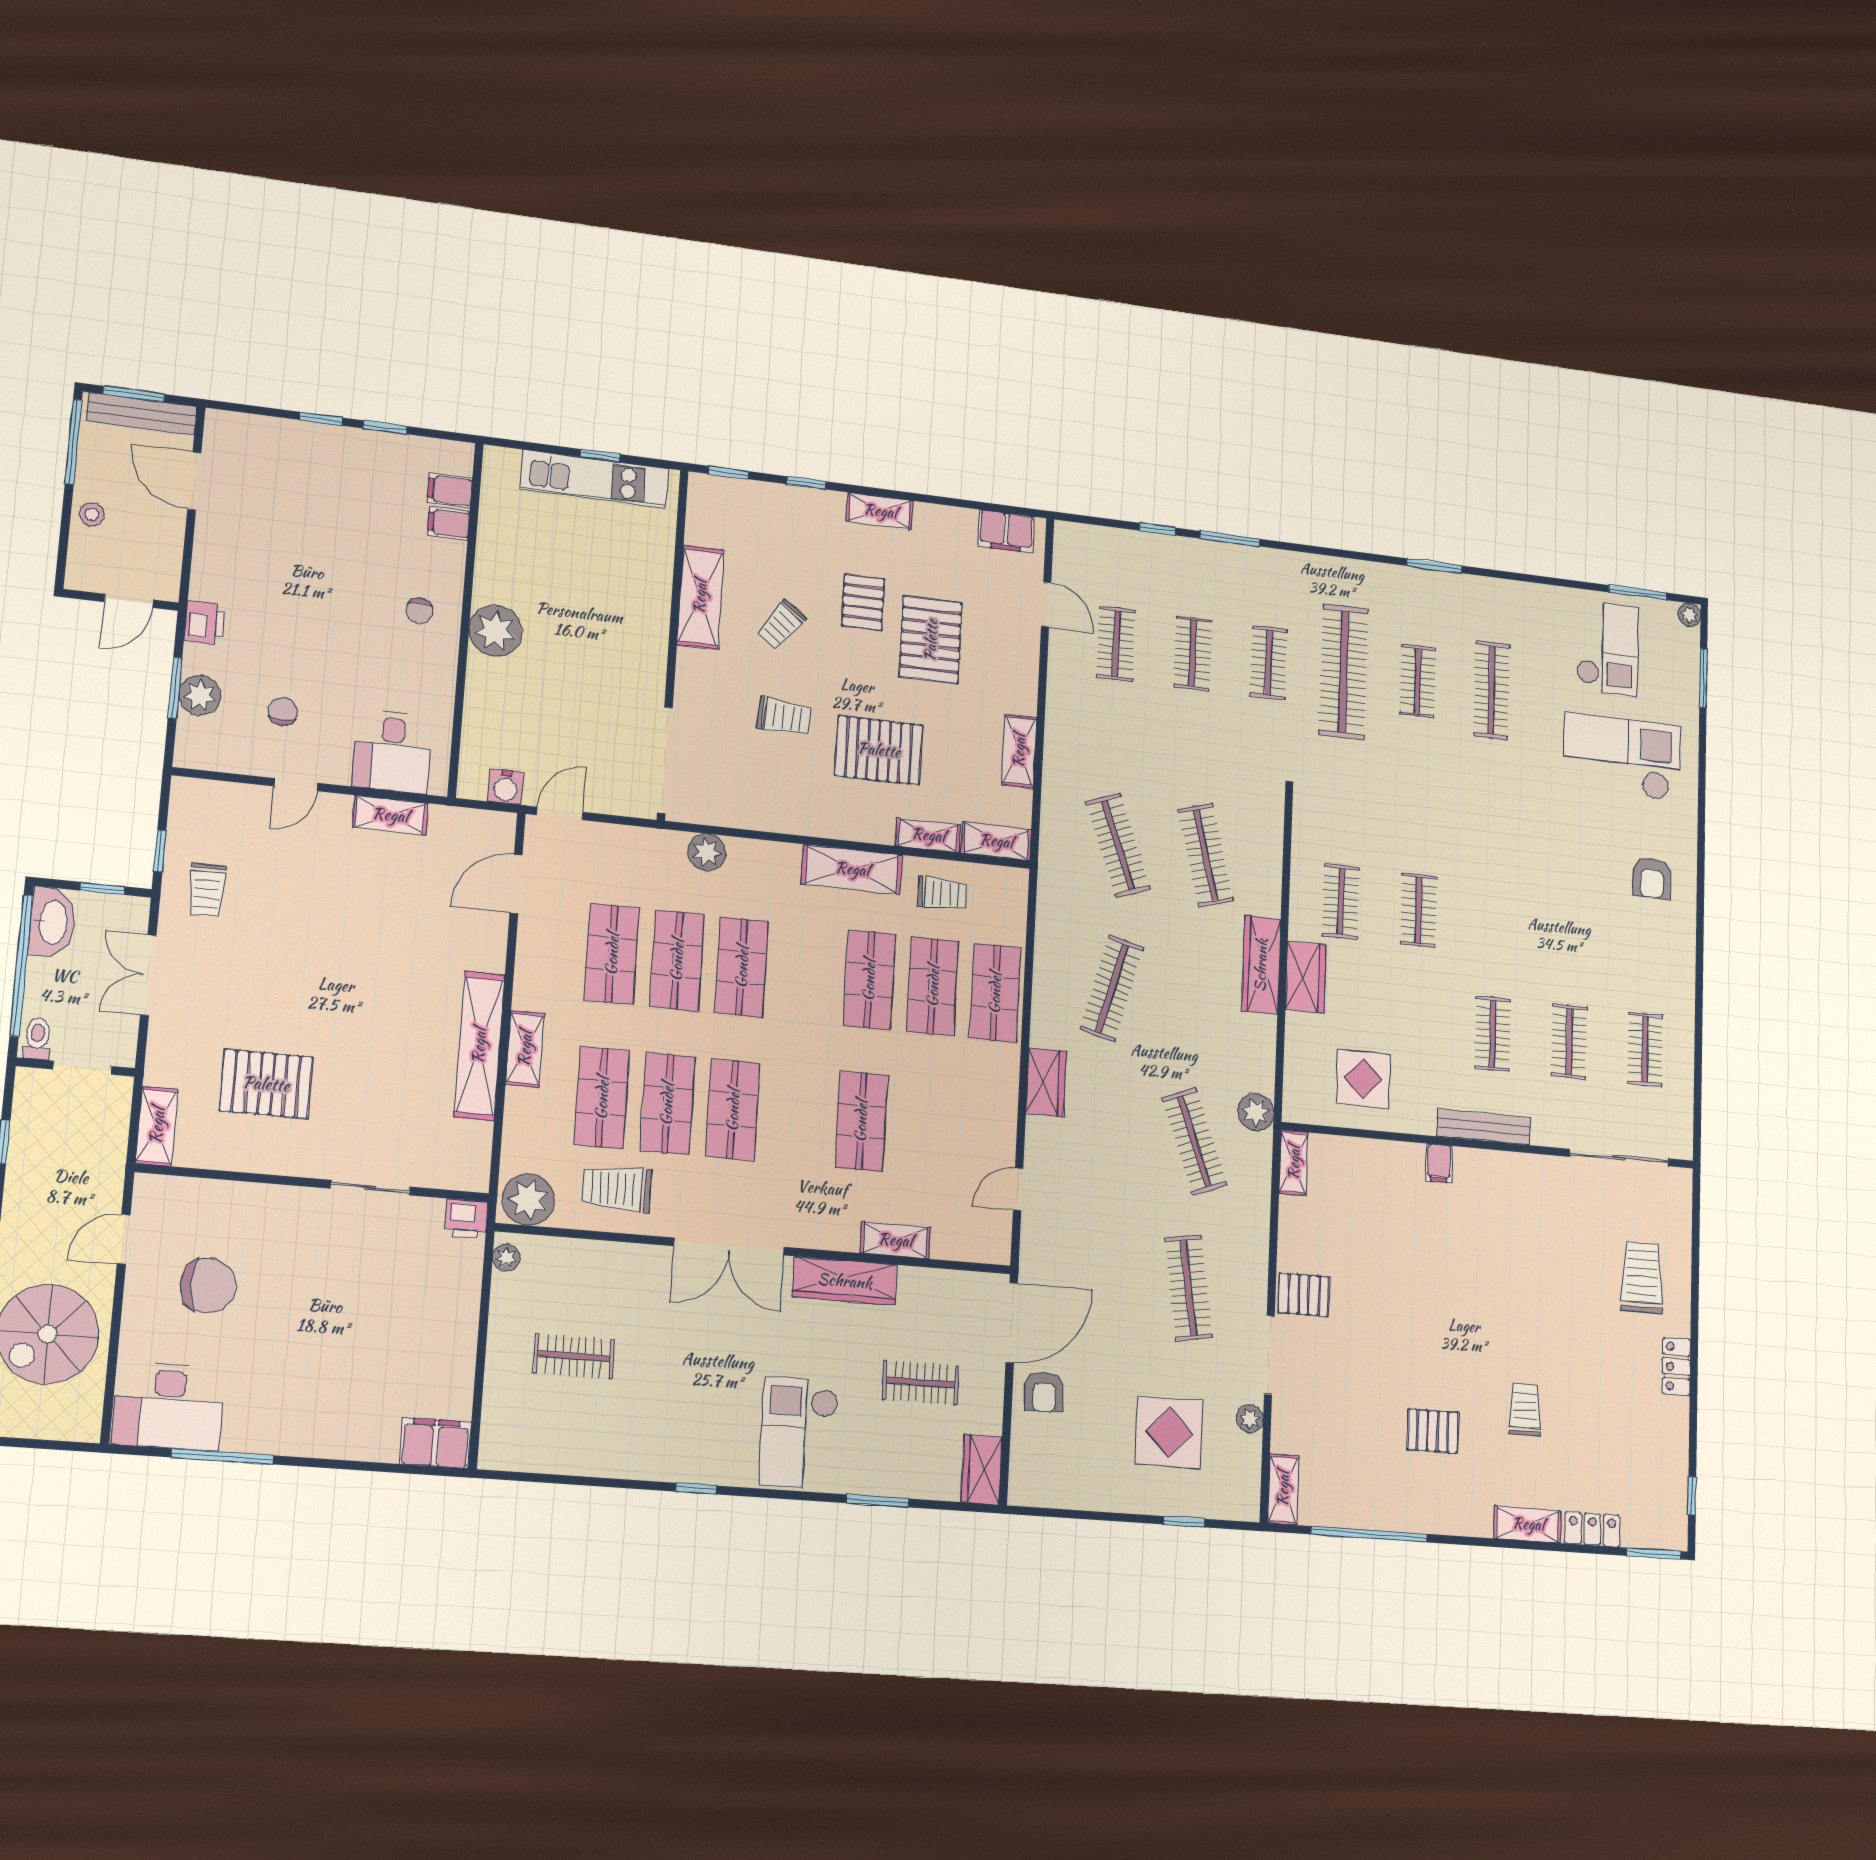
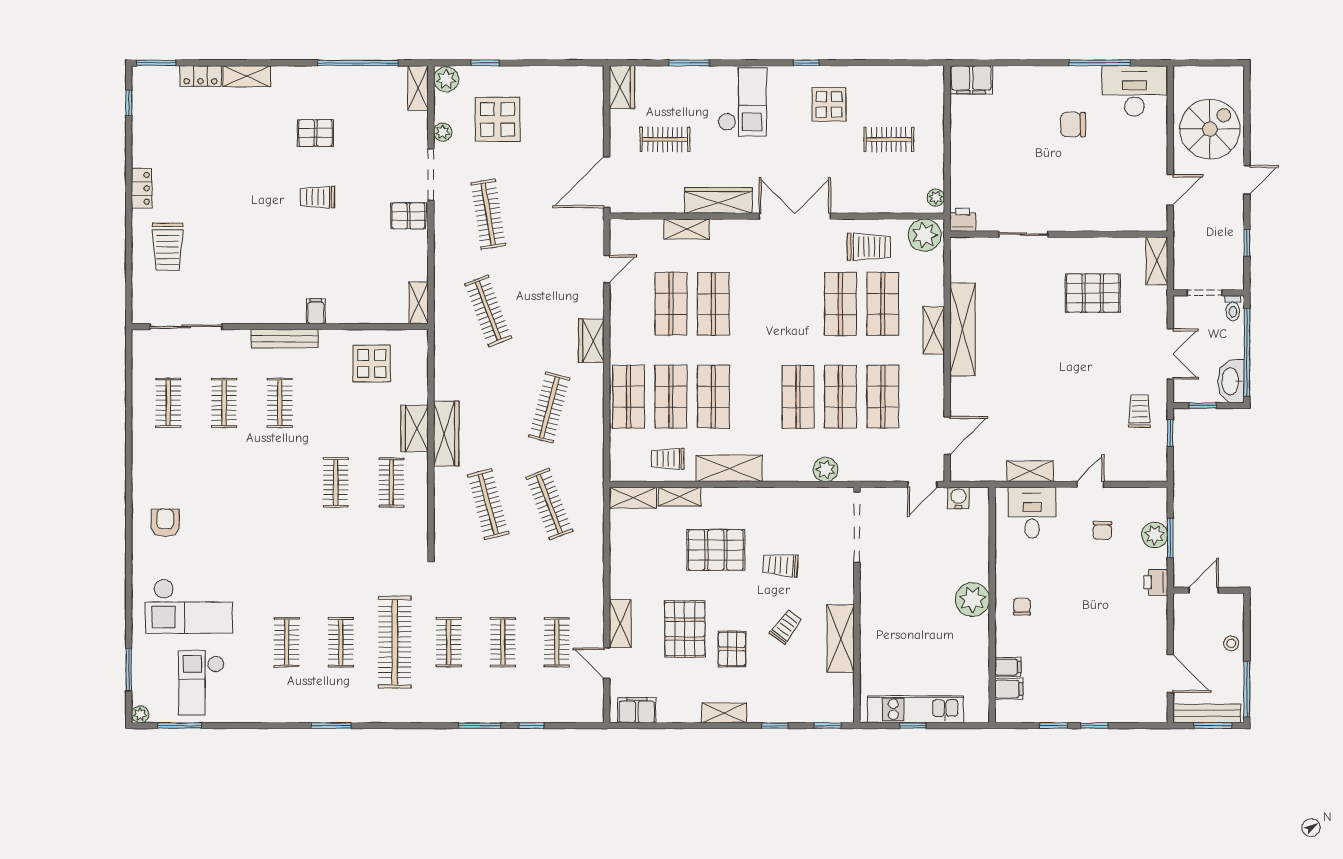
clothes rail: (1492, 690) -> (287, 642), width x0.73
shelving: (1019, 751) -> (620, 623), moved
shop shelf: (733, 1110) -> (671, 304), moved
plant: (1256, 1112) -> (446, 79), moved
chair: (208, 1286) -> (1073, 125), moved, width x0.73, depth x0.73
armchair: (1044, 1392) -> (583, 139), removed
trolley: (1525, 1410) -> (317, 197), moved, turned 90
display table: (665, 1419) -> (829, 104), added

